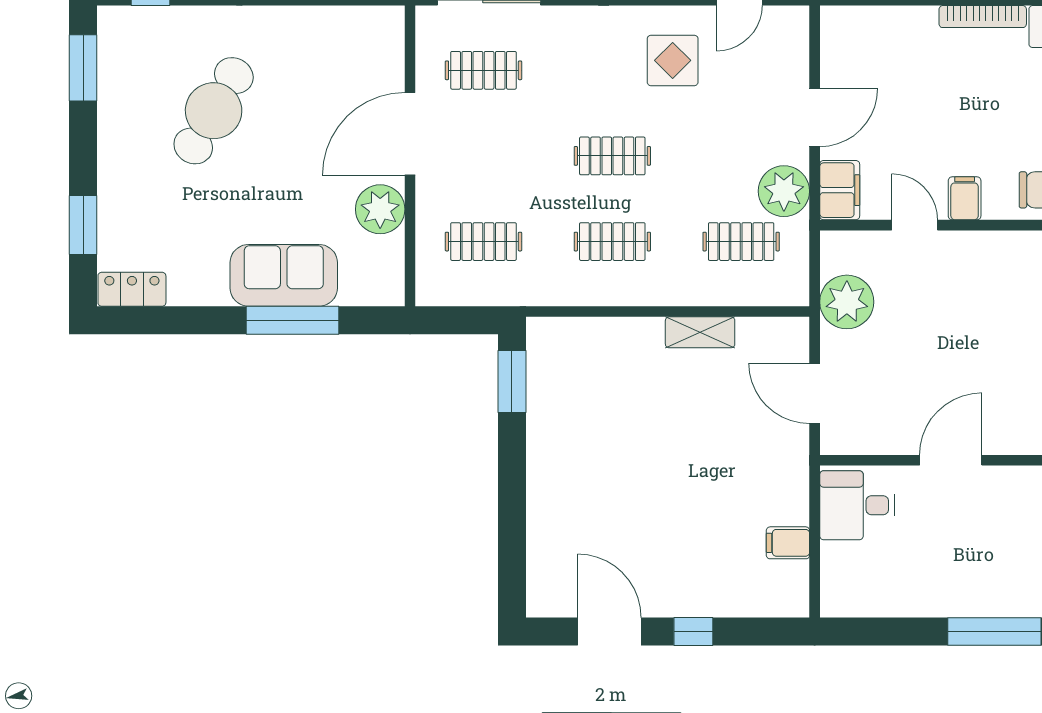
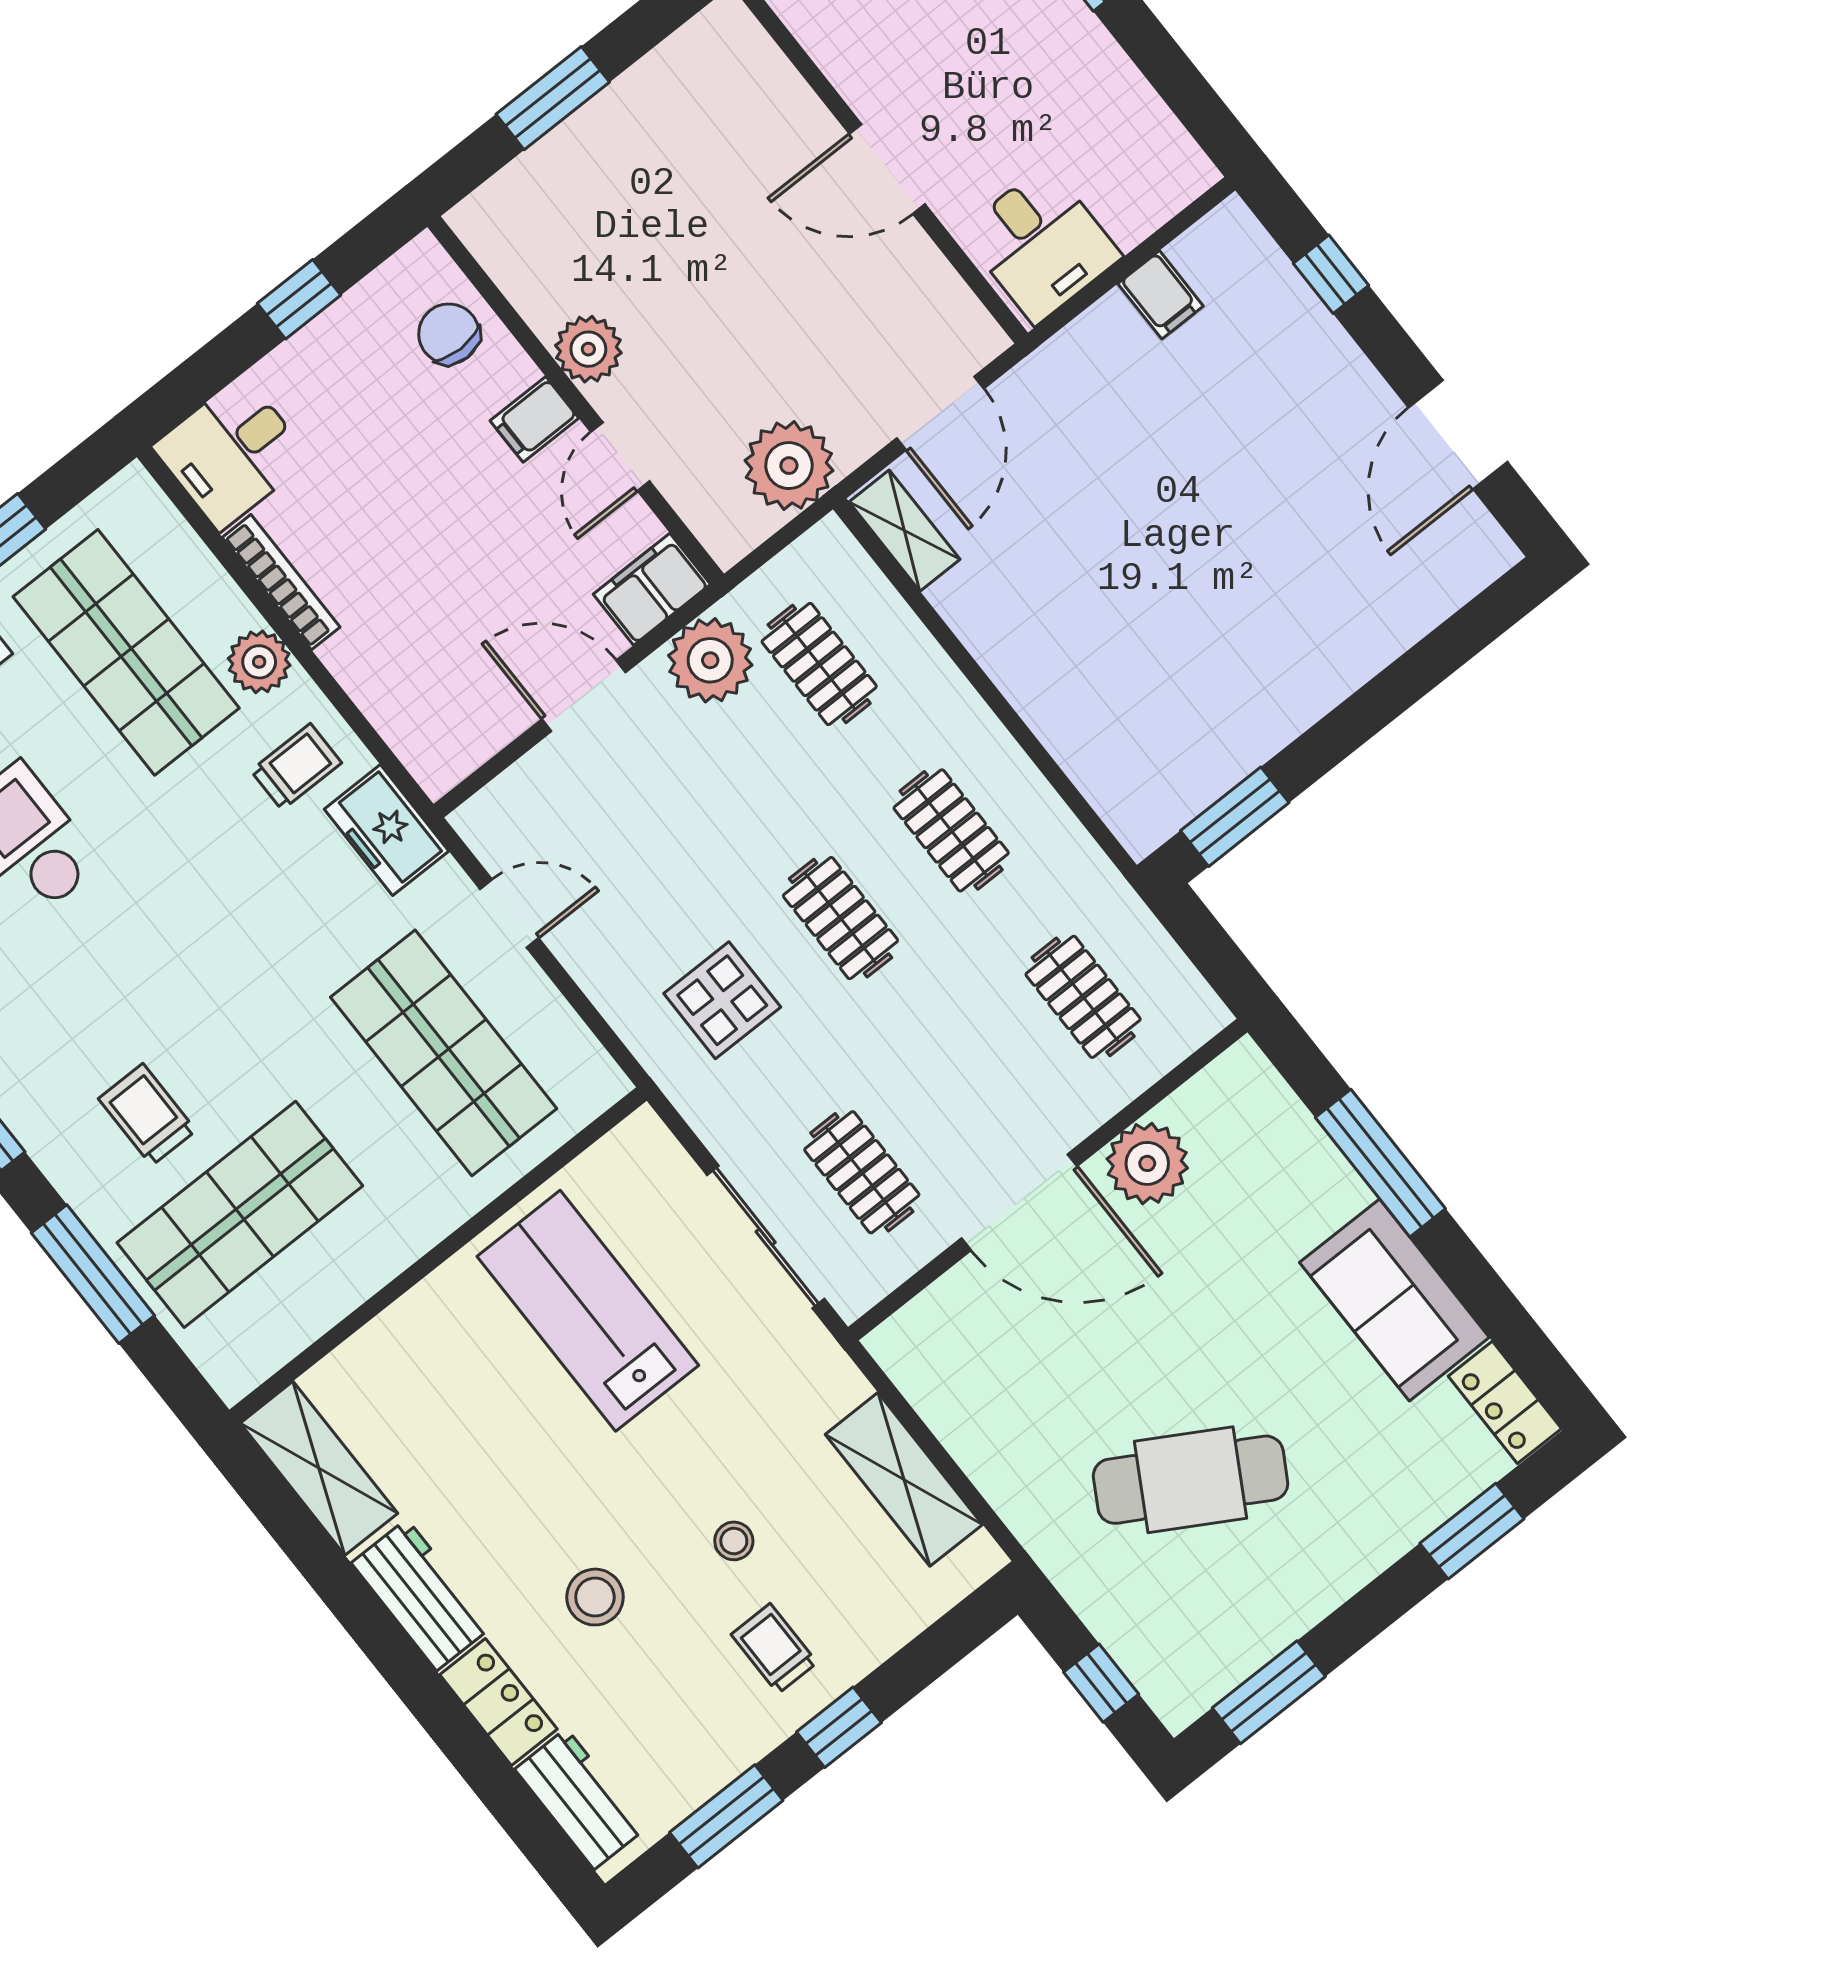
display table: (673, 60) -> (722, 1000), moved
plant: (978, 250) -> (588, 349), added
sofa: (284, 275) -> (1394, 1300), moved
shelving: (700, 332) -> (905, 531), moved
window: (693, 632) -> (1331, 274), moved

